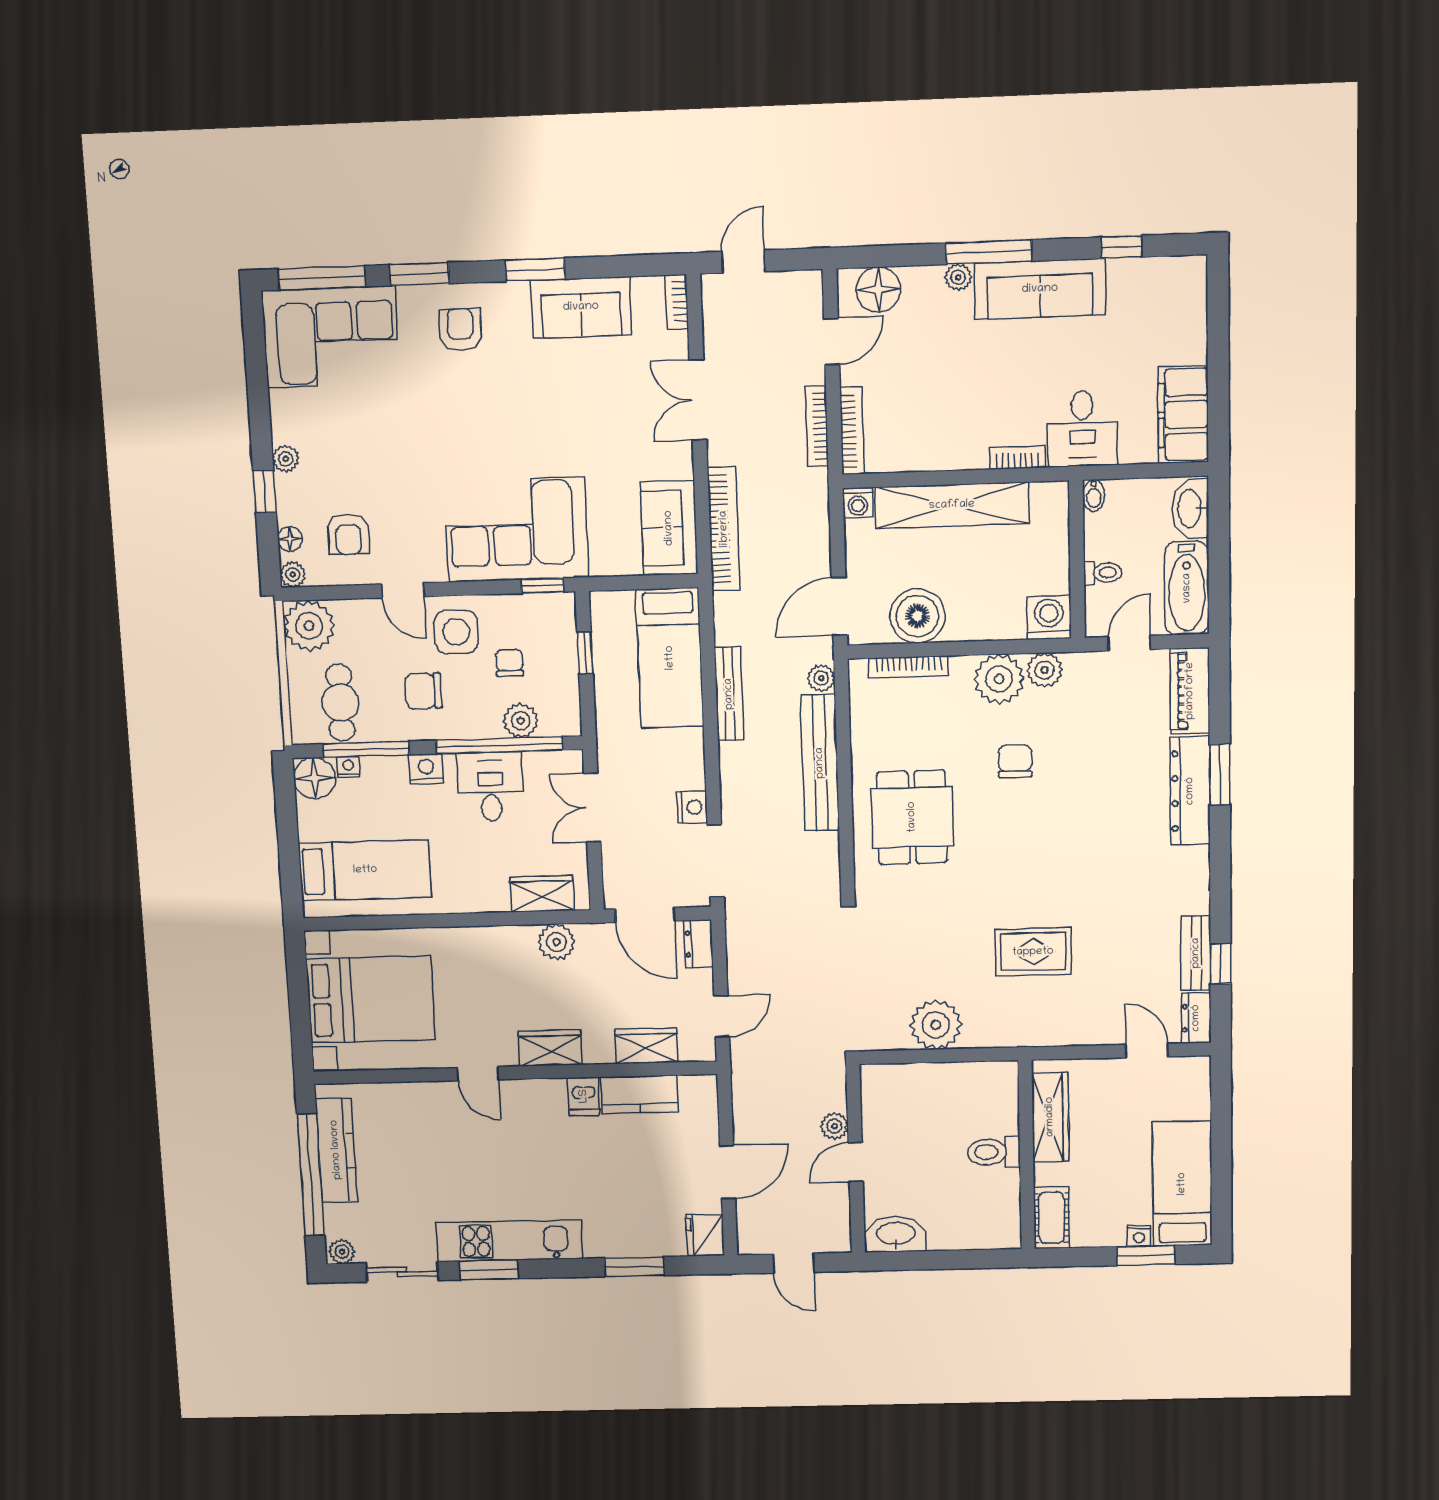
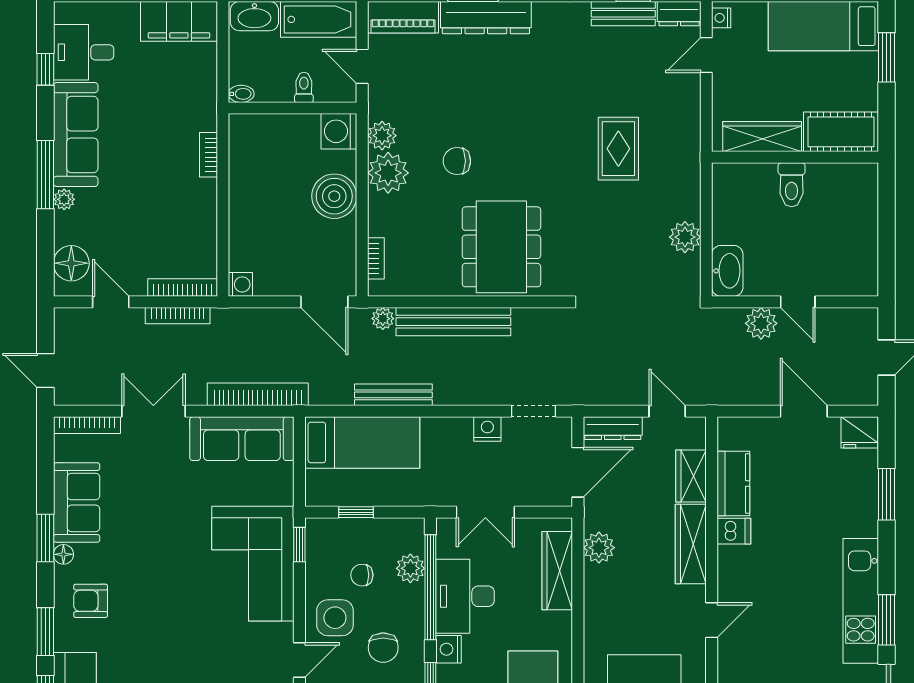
floor lamp: (516, 293) -> (63, 554), added
bookcase: (677, 302) -> (87, 425), width x1.56
double door: (698, 400) -> (153, 411), swing flipped
desk: (1082, 429) -> (84, 52), moved, turned 180
shelving: (952, 505) -> (245, 208), removed
sofa: (669, 528) -> (242, 439), width x1.36
boiler: (917, 616) -> (334, 196), moved
bookcase: (908, 667) -> (376, 258), width x0.64
desk: (491, 787) -> (465, 596), width x1.37
dining table: (912, 817) -> (501, 247), width x1.37
doorway: (716, 861) -> (533, 411), width x0.73
wardrobe: (542, 894) -> (557, 571), width x1.50
dresser: (699, 944) -> (613, 428), width x1.44
plant: (936, 1025) -> (685, 237), width x0.73, depth x0.73
wardrobe: (550, 1048) -> (691, 544), width x1.50
plant: (834, 1126) -> (761, 323), width x1.38, depth x1.38
cot: (1052, 1218) -> (841, 132), width x1.37, depth x1.34
washbasin: (896, 1234) -> (727, 271), moved, turned 180
nightstand: (1139, 1236) -> (721, 18), moved, turned 180

